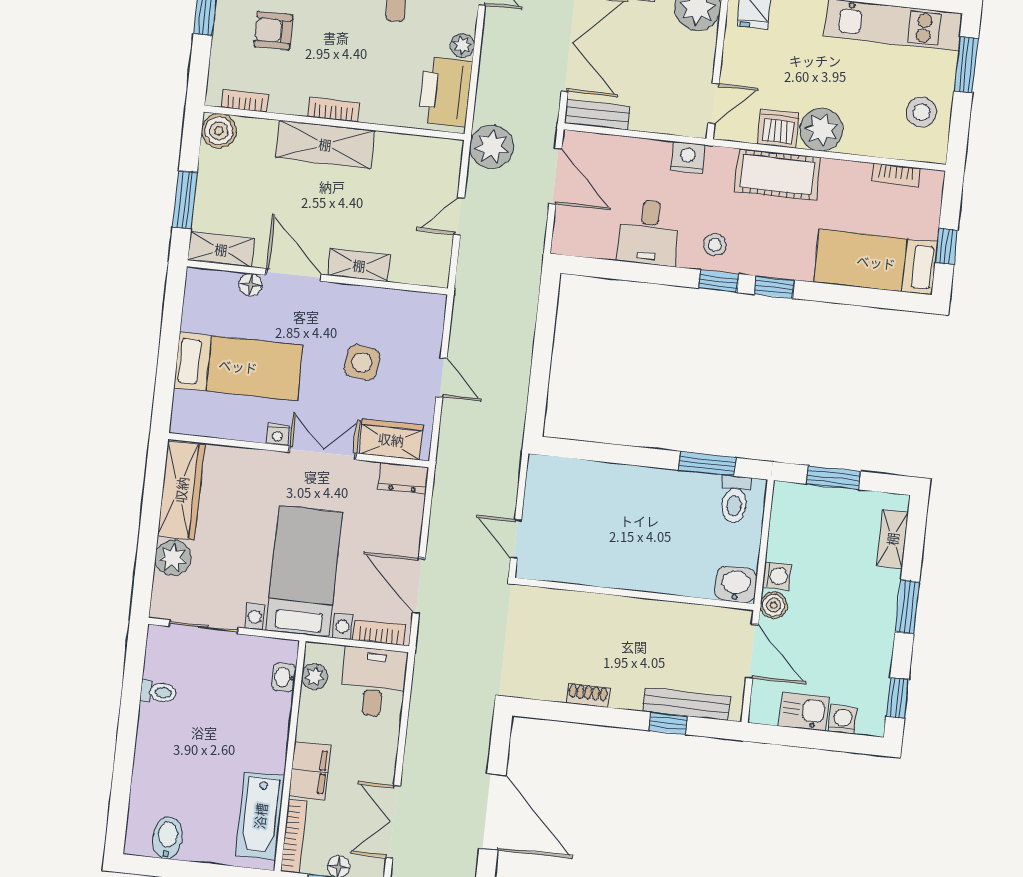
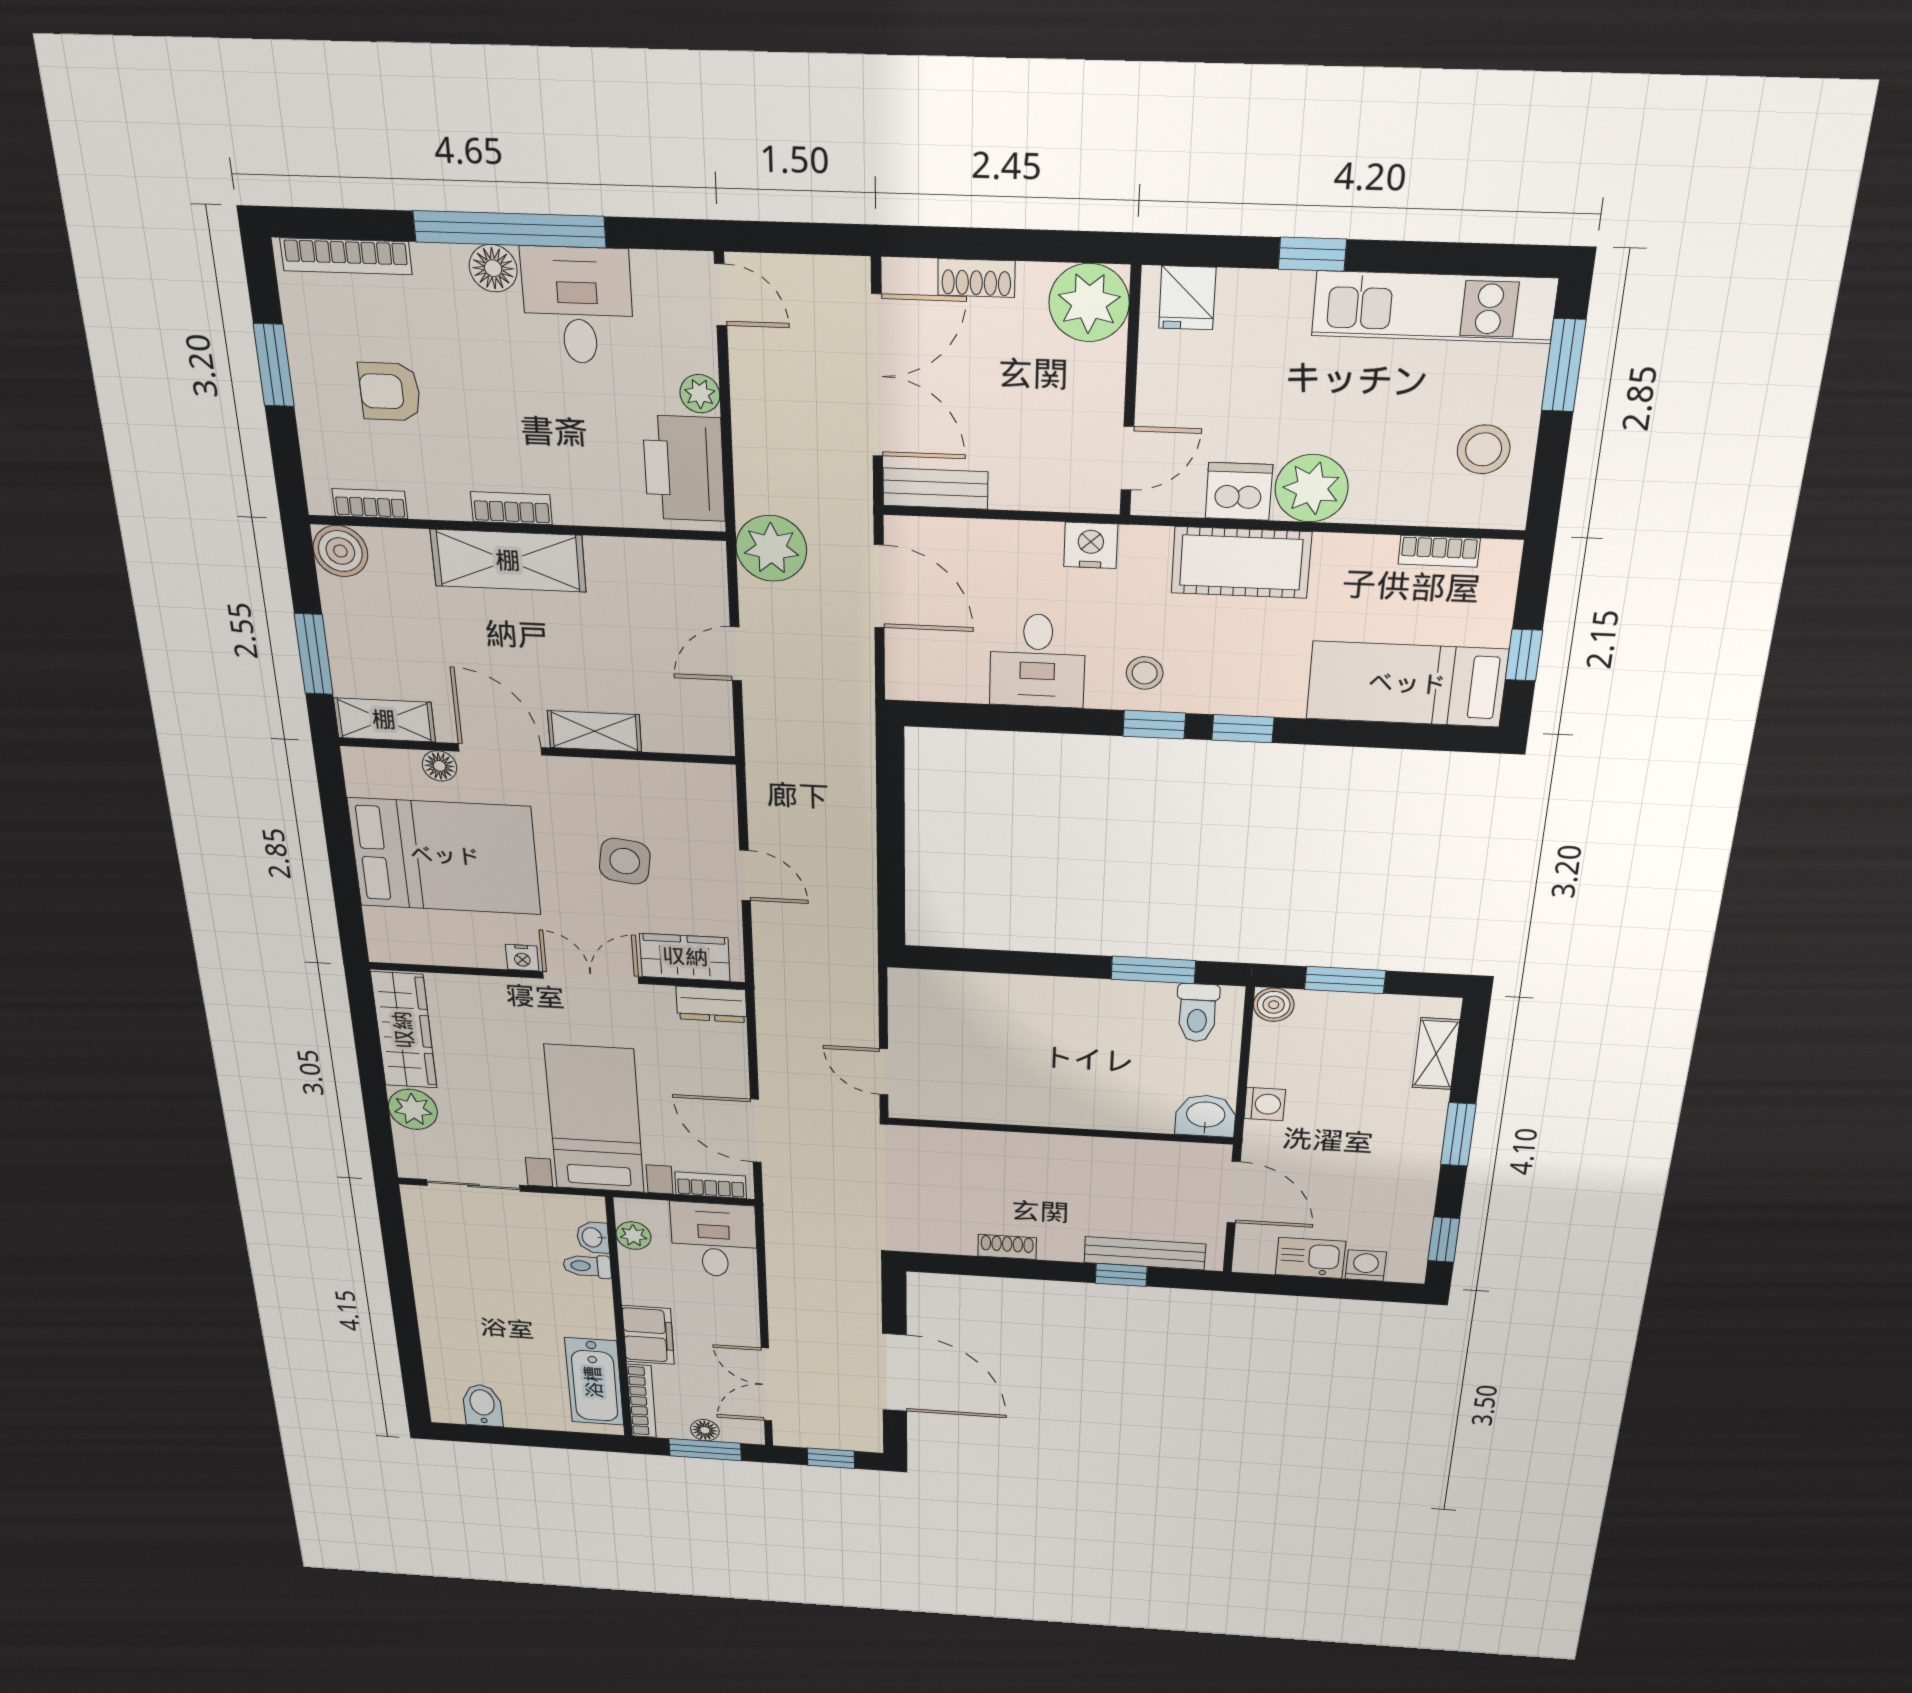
bed: (238, 366) -> (445, 856), width x1.50
boiler: (774, 605) -> (1274, 1005), moved
toilet: (158, 692) -> (587, 1266), moved, turned 180

